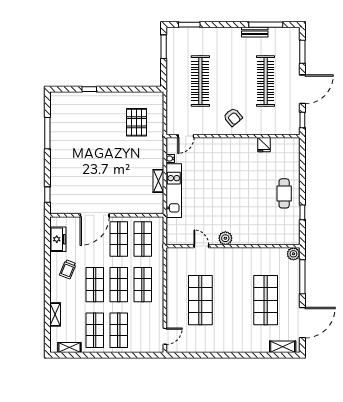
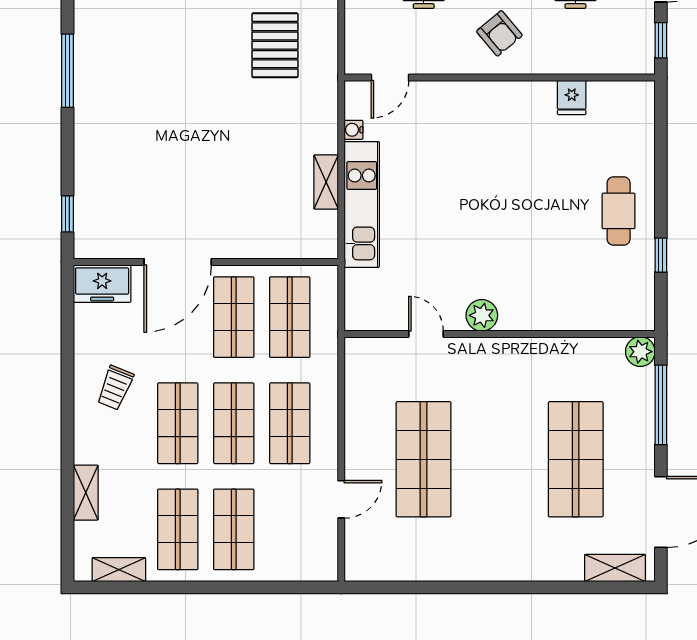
freezer: (58, 239) -> (102, 284), moved, turned 90
door: (165, 336) -> (341, 499), moved

